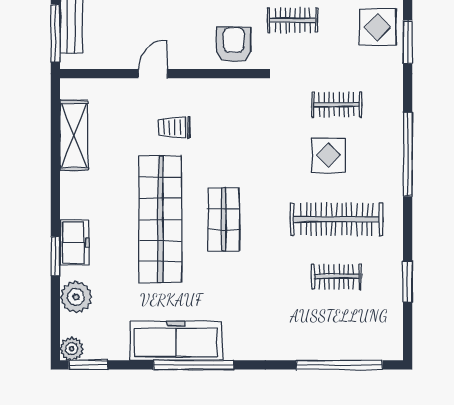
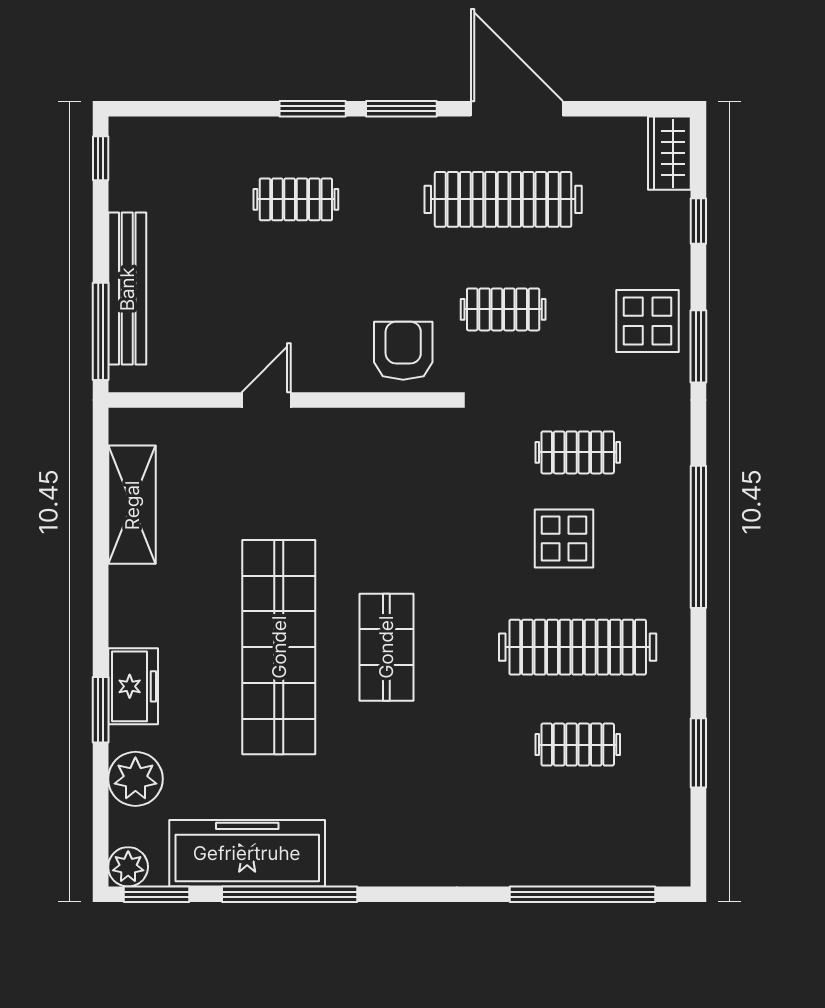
trolley: (174, 127) -> (302, 491), removed
freezer: (176, 341) -> (247, 853), moved
window: (194, 365) -> (290, 894), moved

